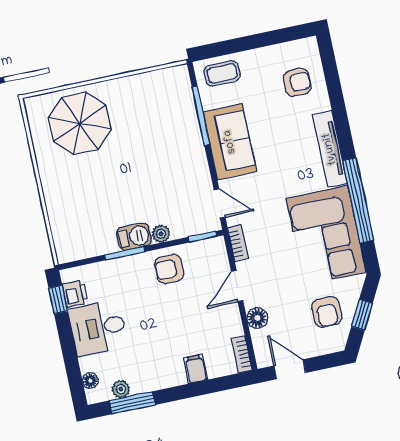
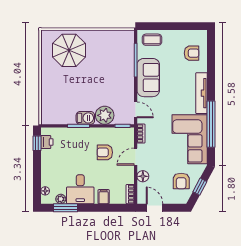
plant: (161, 234) -> (105, 115), width x1.88, depth x1.88
armchair: (169, 269) -> (105, 152), moved
desk: (98, 328) -> (80, 189), moved, turned -90

